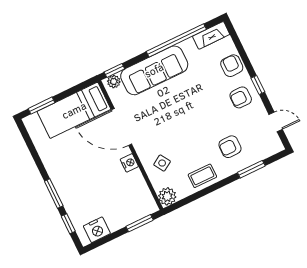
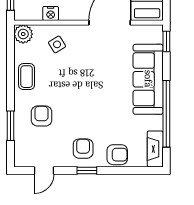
plant: (114, 81) -> (156, 36), removed
nightstand: (129, 163) -> (51, 14), moved

